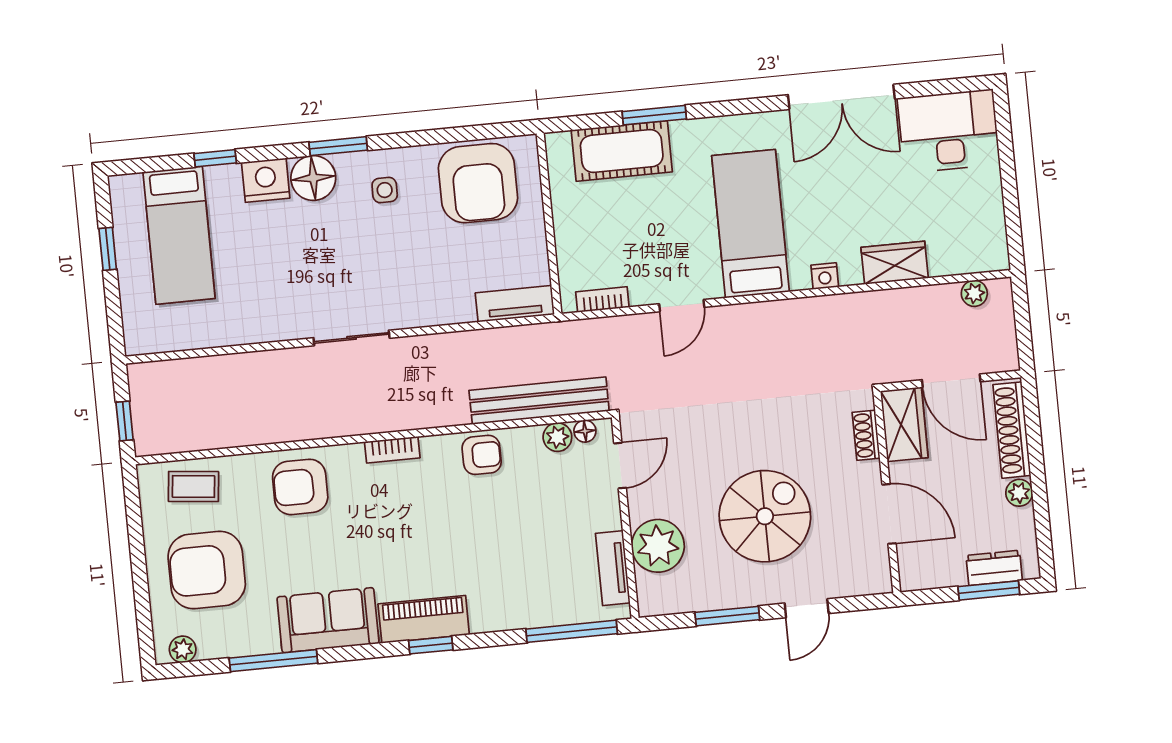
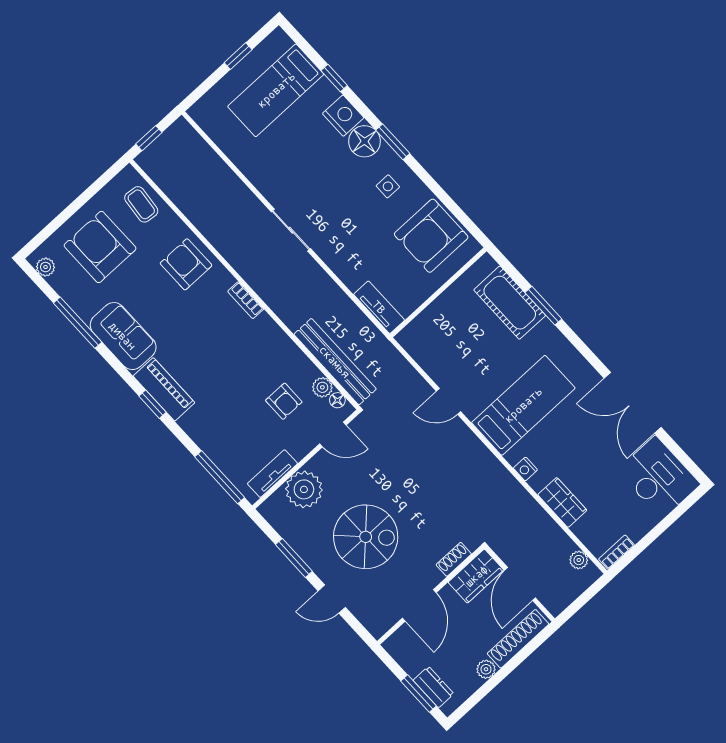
bookcase: (602, 300) -> (617, 552), moved, turned -90
armchair: (482, 455) -> (284, 401), moved

